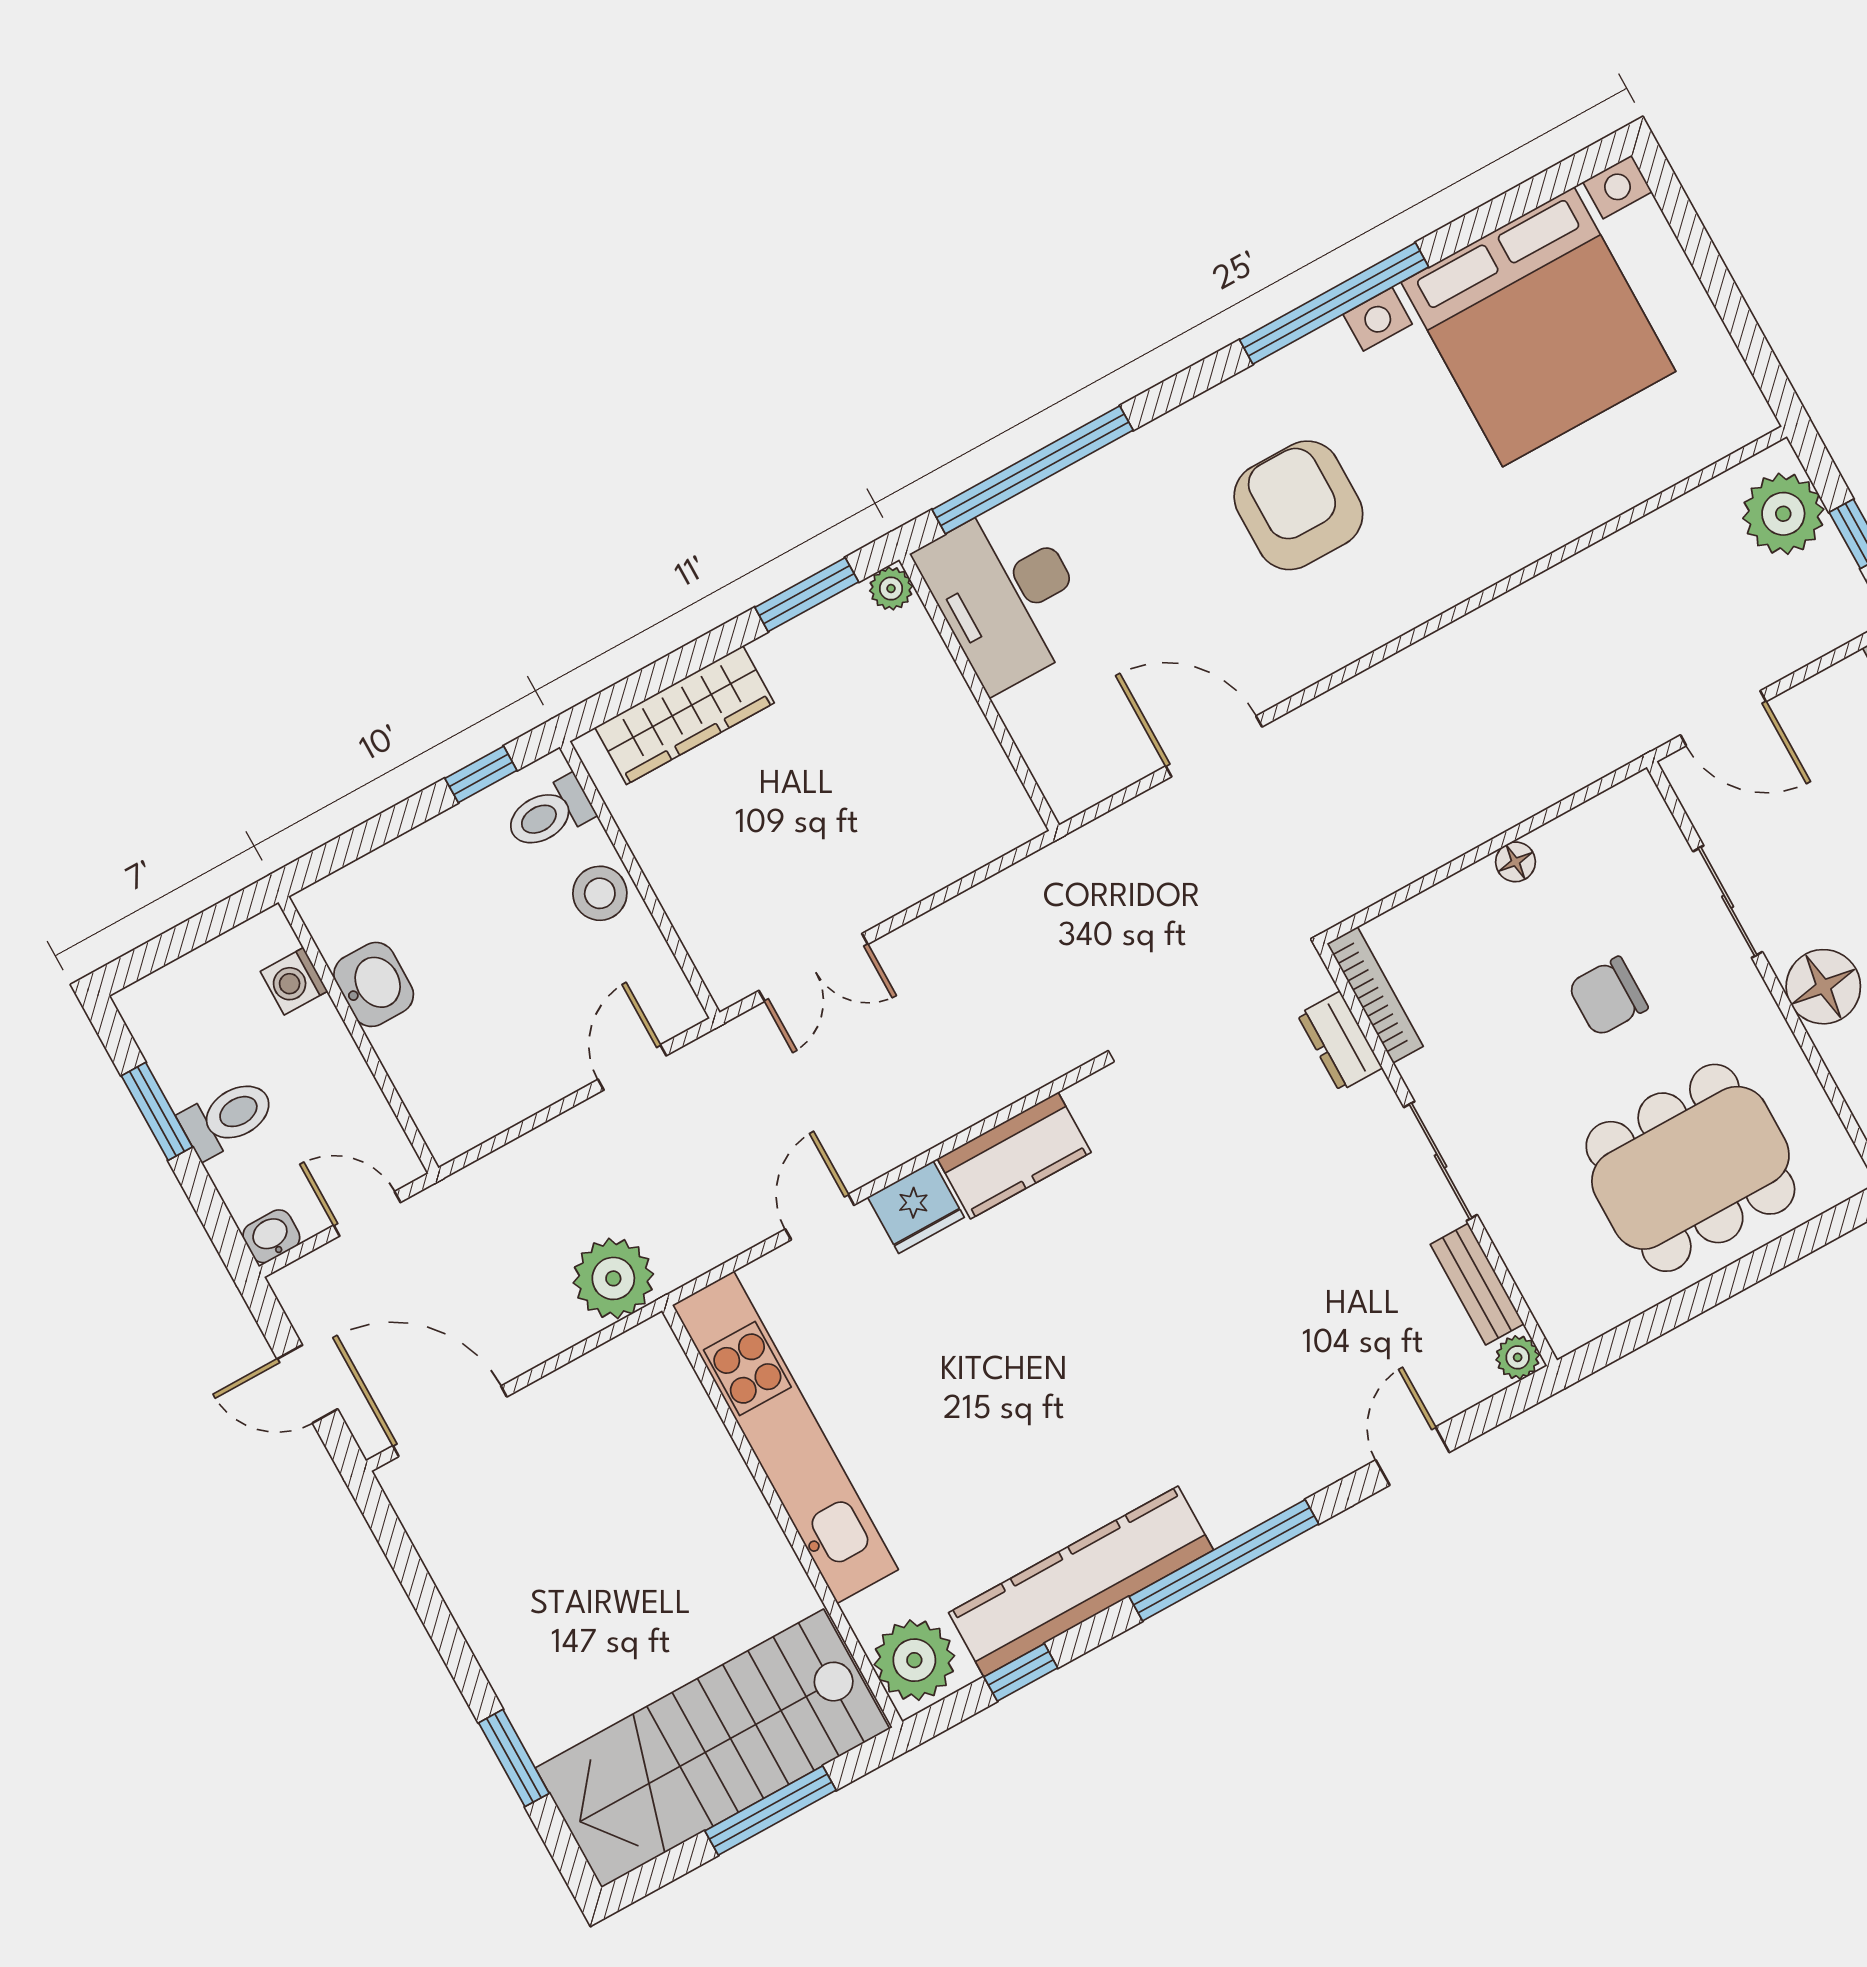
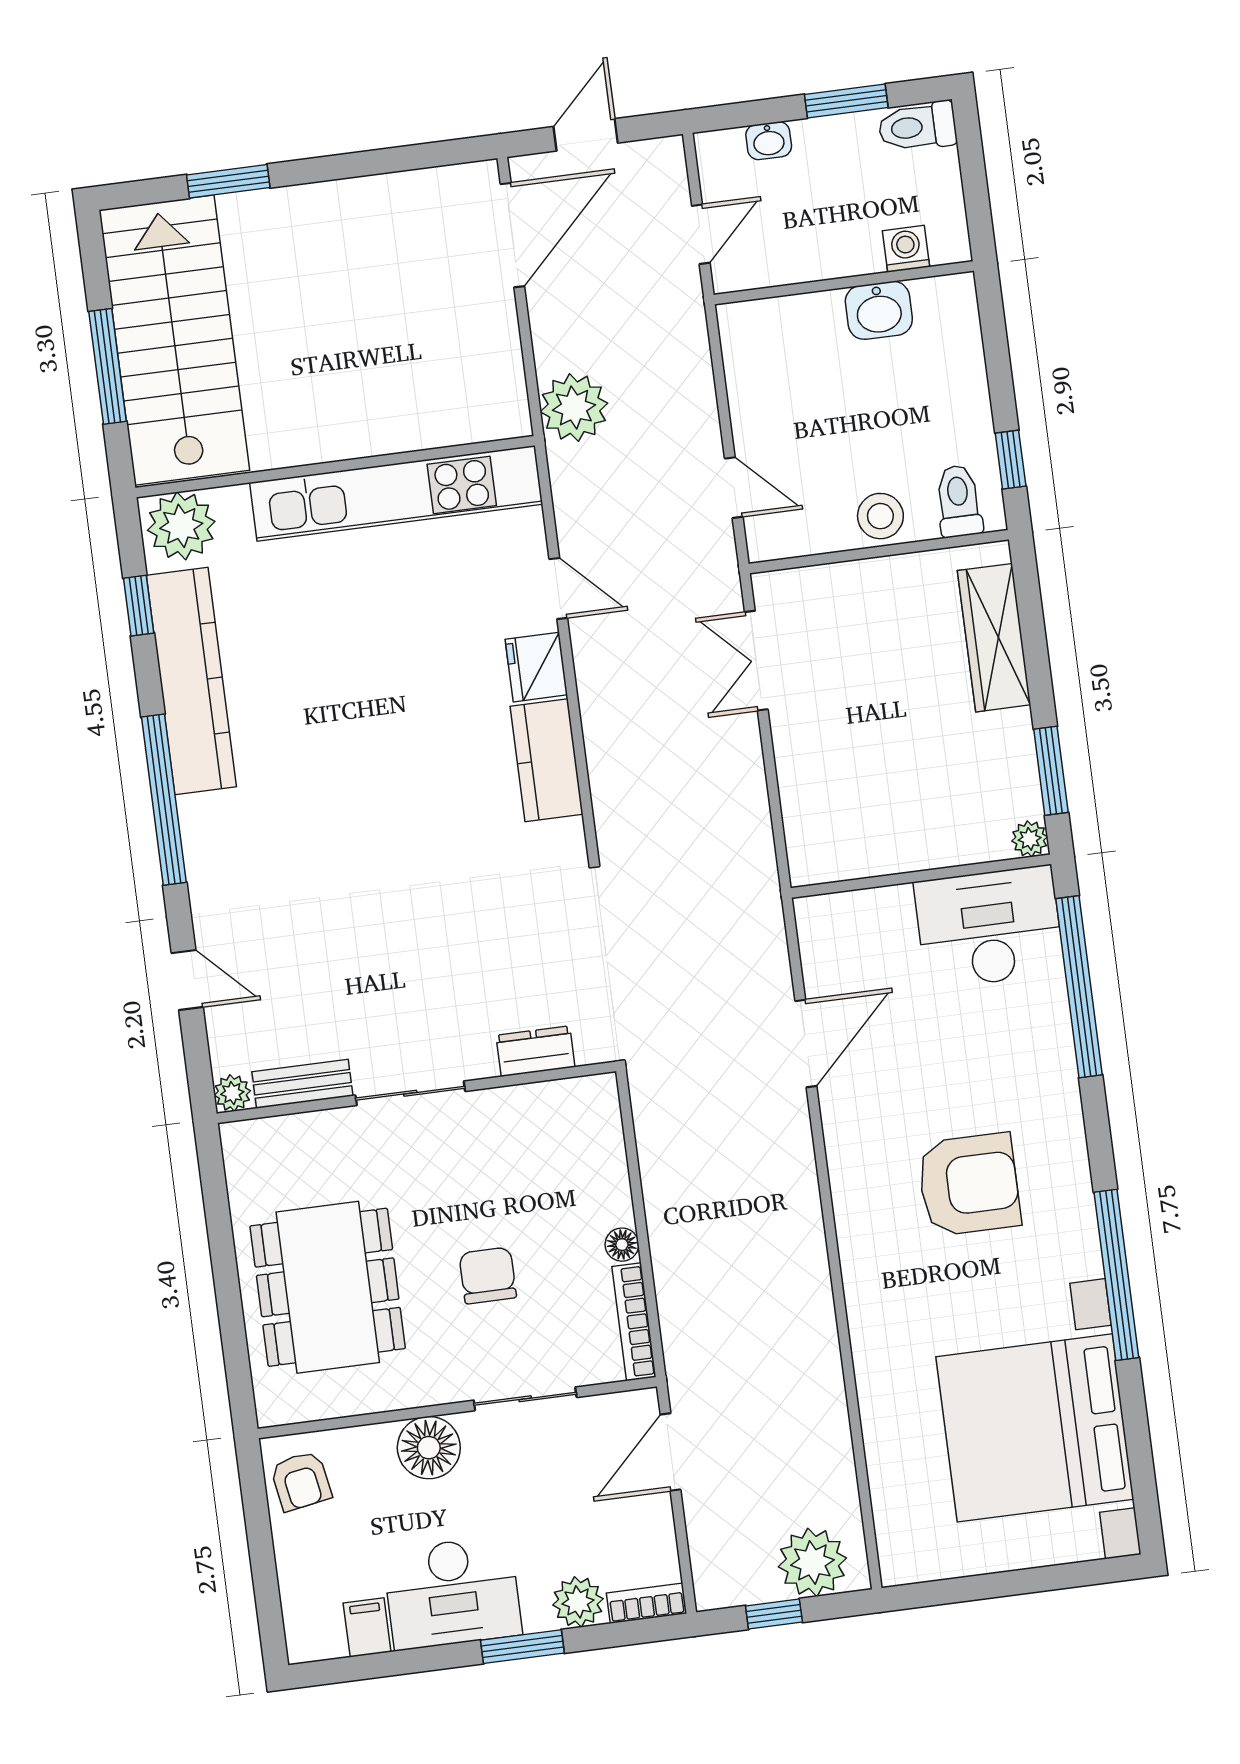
bookcase: (1375, 995) -> (634, 1322), moved, turned 90
toilet: (227, 1118) -> (917, 127), moved, turned 90
washbasin: (271, 1236) -> (769, 141), moved, turned 90

